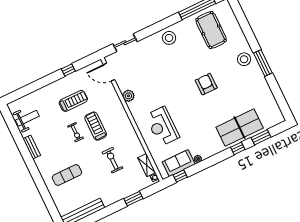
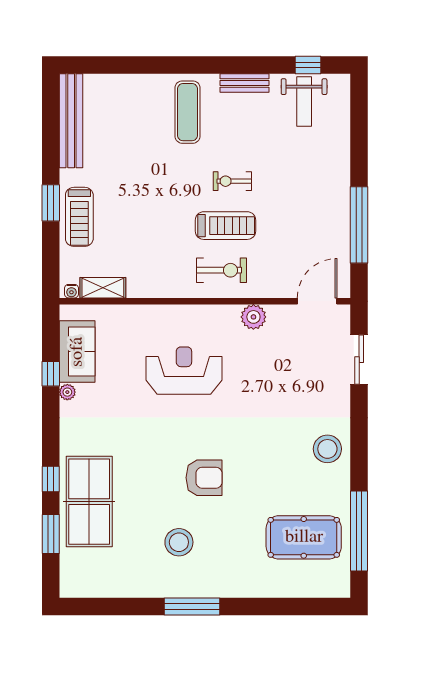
stool: (244, 59) -> (179, 542), moved
window: (68, 70) -> (359, 225), width x3.17
treadmill: (73, 101) -> (79, 217), moved
window: (11, 124) -> (308, 65), added
reception desk: (162, 126) -> (184, 371), moved
exercise bike: (112, 160) -> (222, 270), moved
exercise mat: (67, 175) -> (188, 112), moved
window: (180, 176) -> (51, 374), moved
window: (133, 199) -> (51, 203), moved

